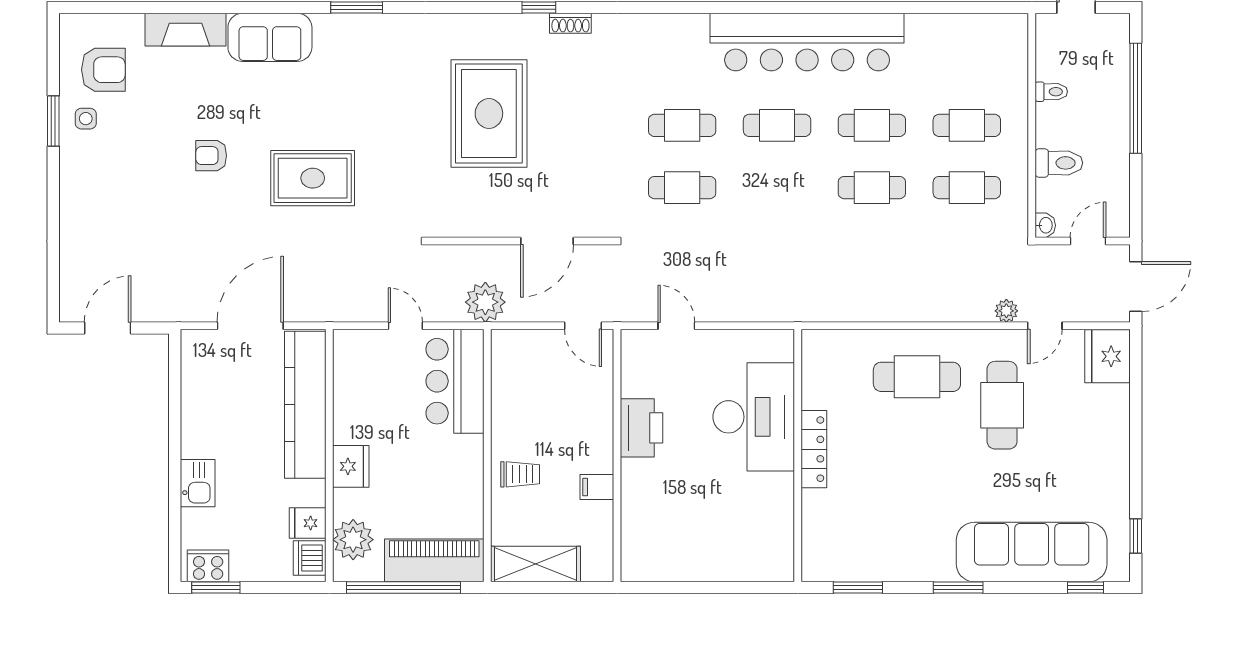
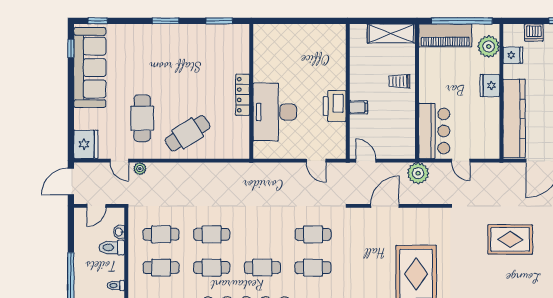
washbasin: (1045, 225) -> (119, 232), moved
door: (1045, 326) -> (119, 161), swing flipped
cafe table: (917, 377) -> (188, 133), turned -33
filing cabinet: (597, 487) -> (358, 107), moved
sofa: (1032, 552) -> (90, 68), moved, turned -90
dishwasher: (310, 558) -> (534, 33), moved, turned 90

